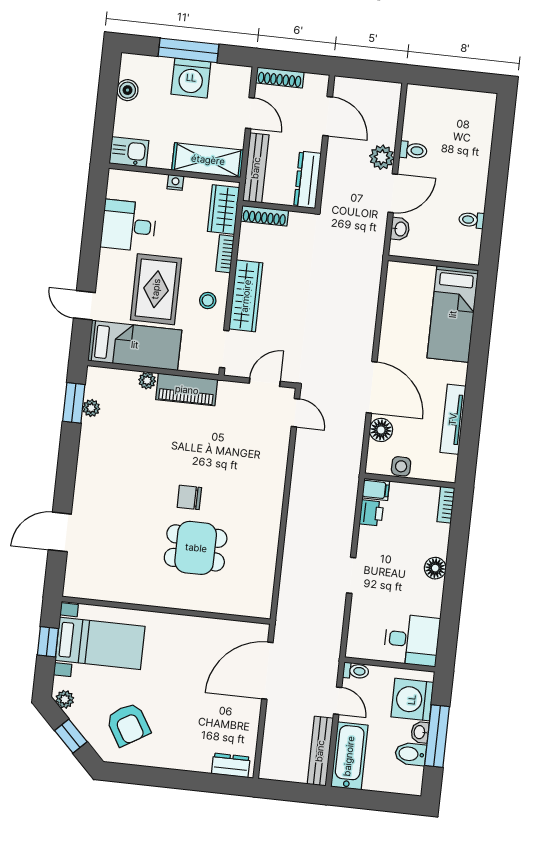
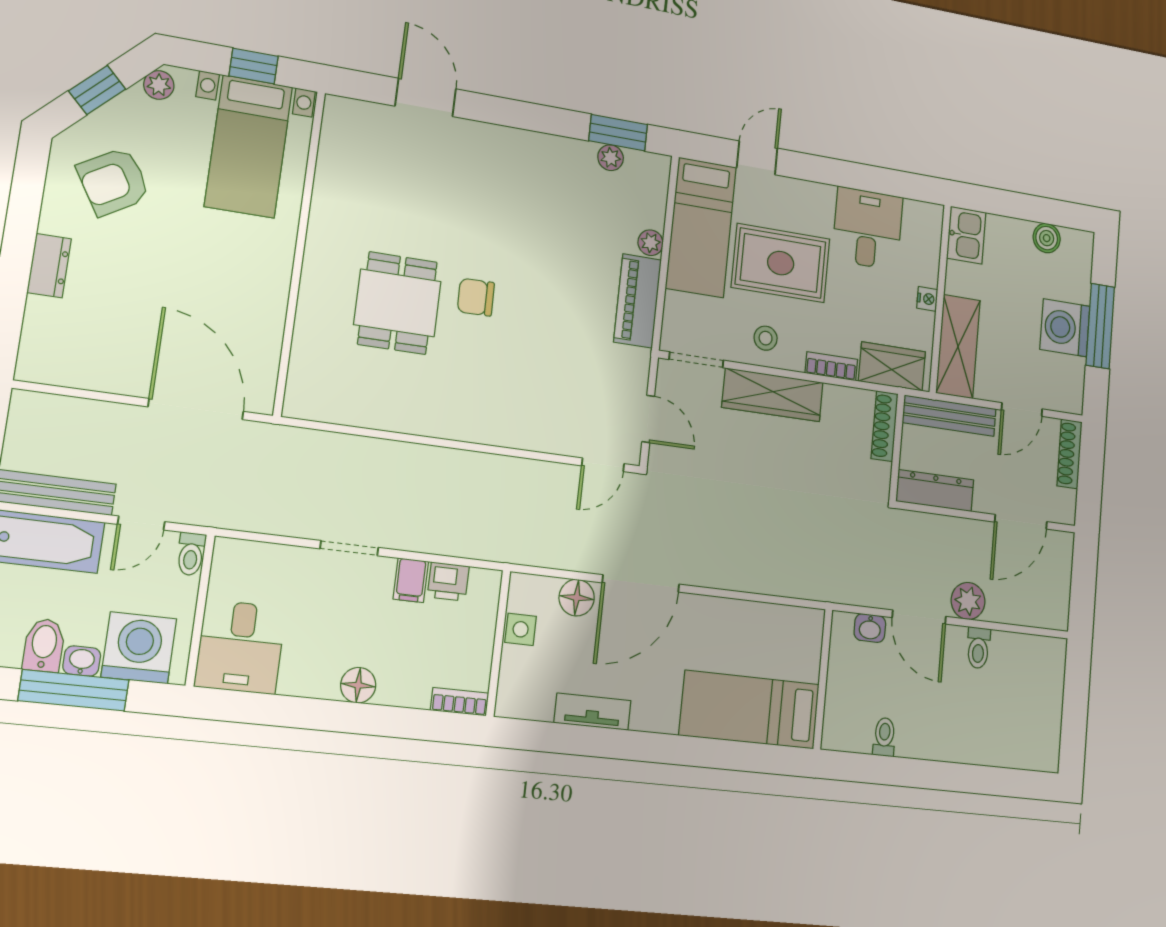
tv unit: (453, 419) -> (593, 712), width x0.71
filing cabinet: (376, 490) -> (411, 580), moved
chair: (189, 497) -> (476, 297), turned -91
dresser: (231, 765) -> (49, 266), moved

